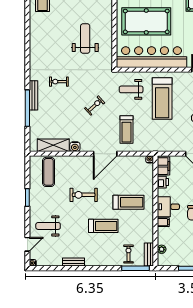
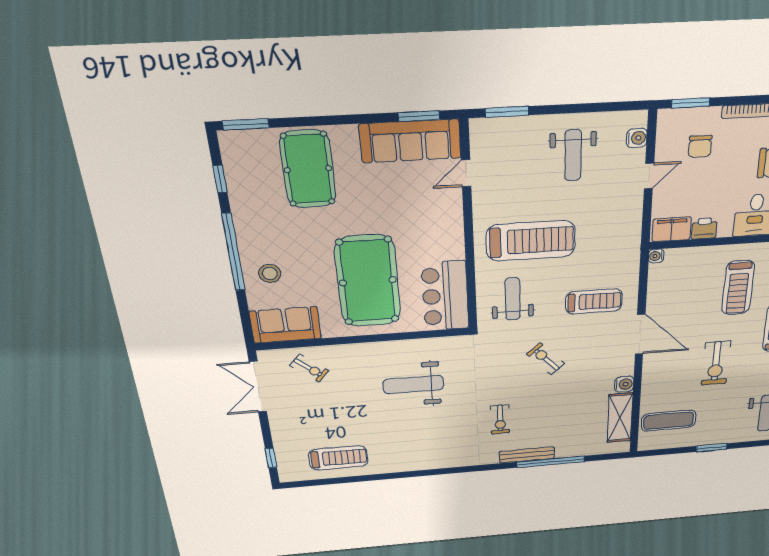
bar counter: (152, 57) -> (445, 296), width x0.54
weight bench: (131, 89) -> (513, 299), turned 180
treadmill: (129, 202) -> (738, 288), turned 180

